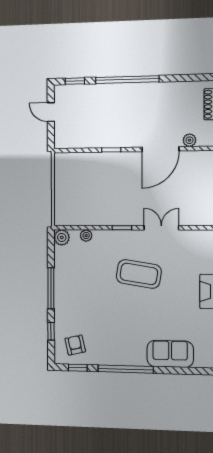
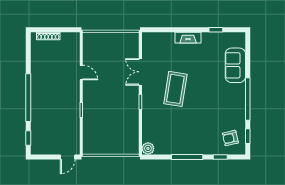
door: (51, 112) -> (68, 157), moved
plant: (190, 140) -> (75, 51), removed
door: (160, 149) -> (81, 73), width x0.53
plant: (86, 236) -> (146, 129), removed

